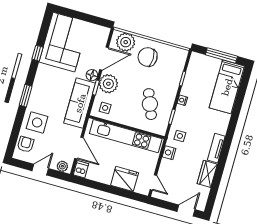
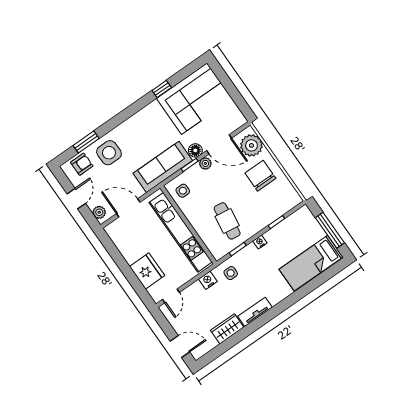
plant: (108, 84) -> (205, 163), width x0.53, depth x0.53
window: (26, 96) -> (86, 142), moved
cafe table: (150, 104) -> (227, 221), turned -60
door: (79, 148) -> (128, 208), swing flipped
dishwasher: (81, 169) -> (114, 229), removed
door: (40, 170) -> (76, 199), hinge flipped

